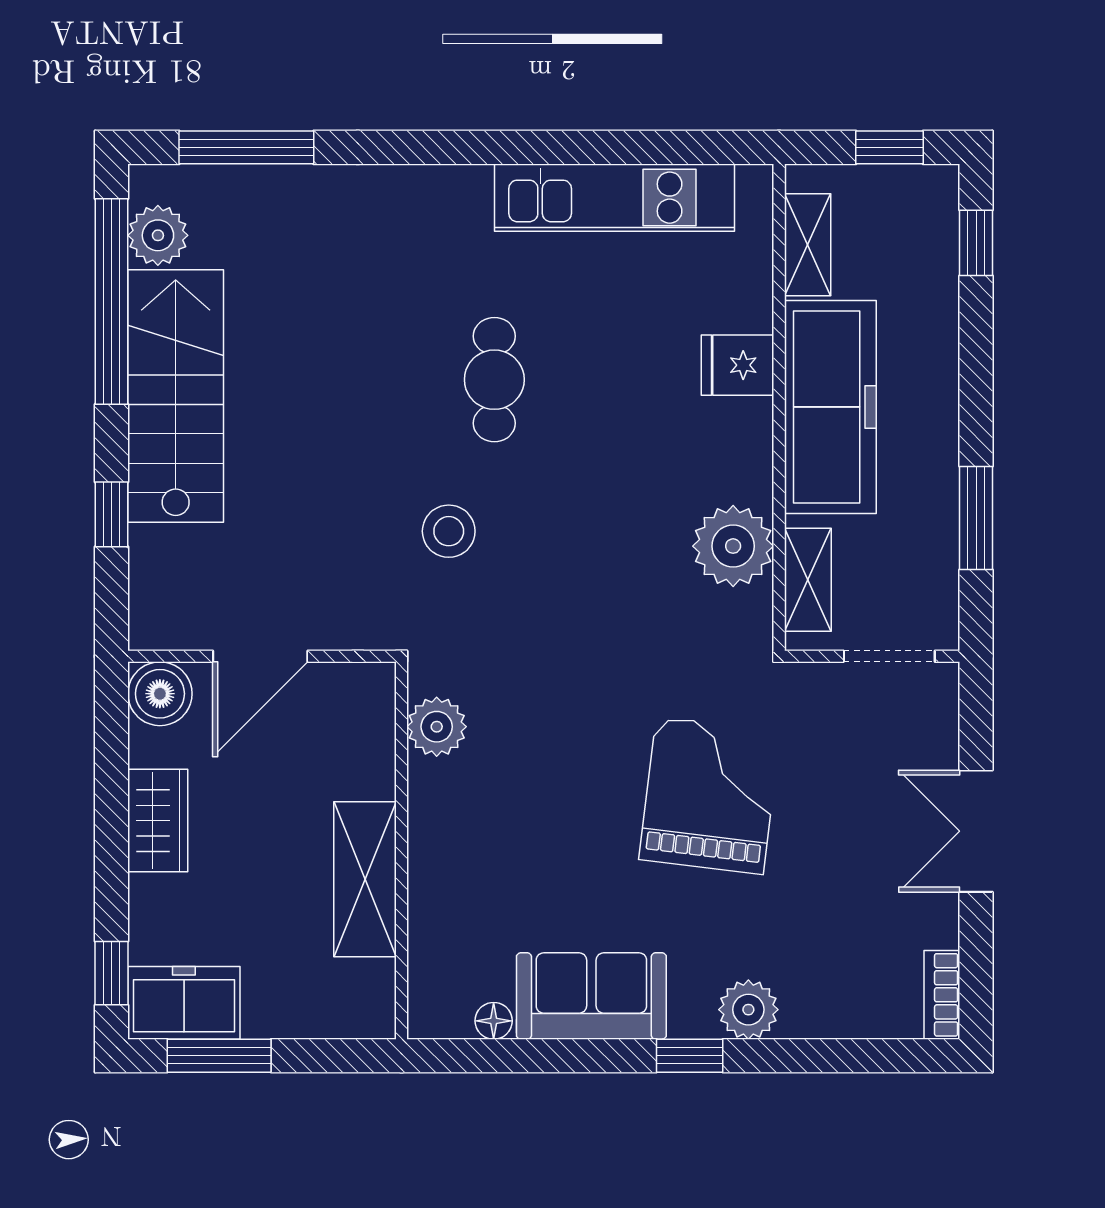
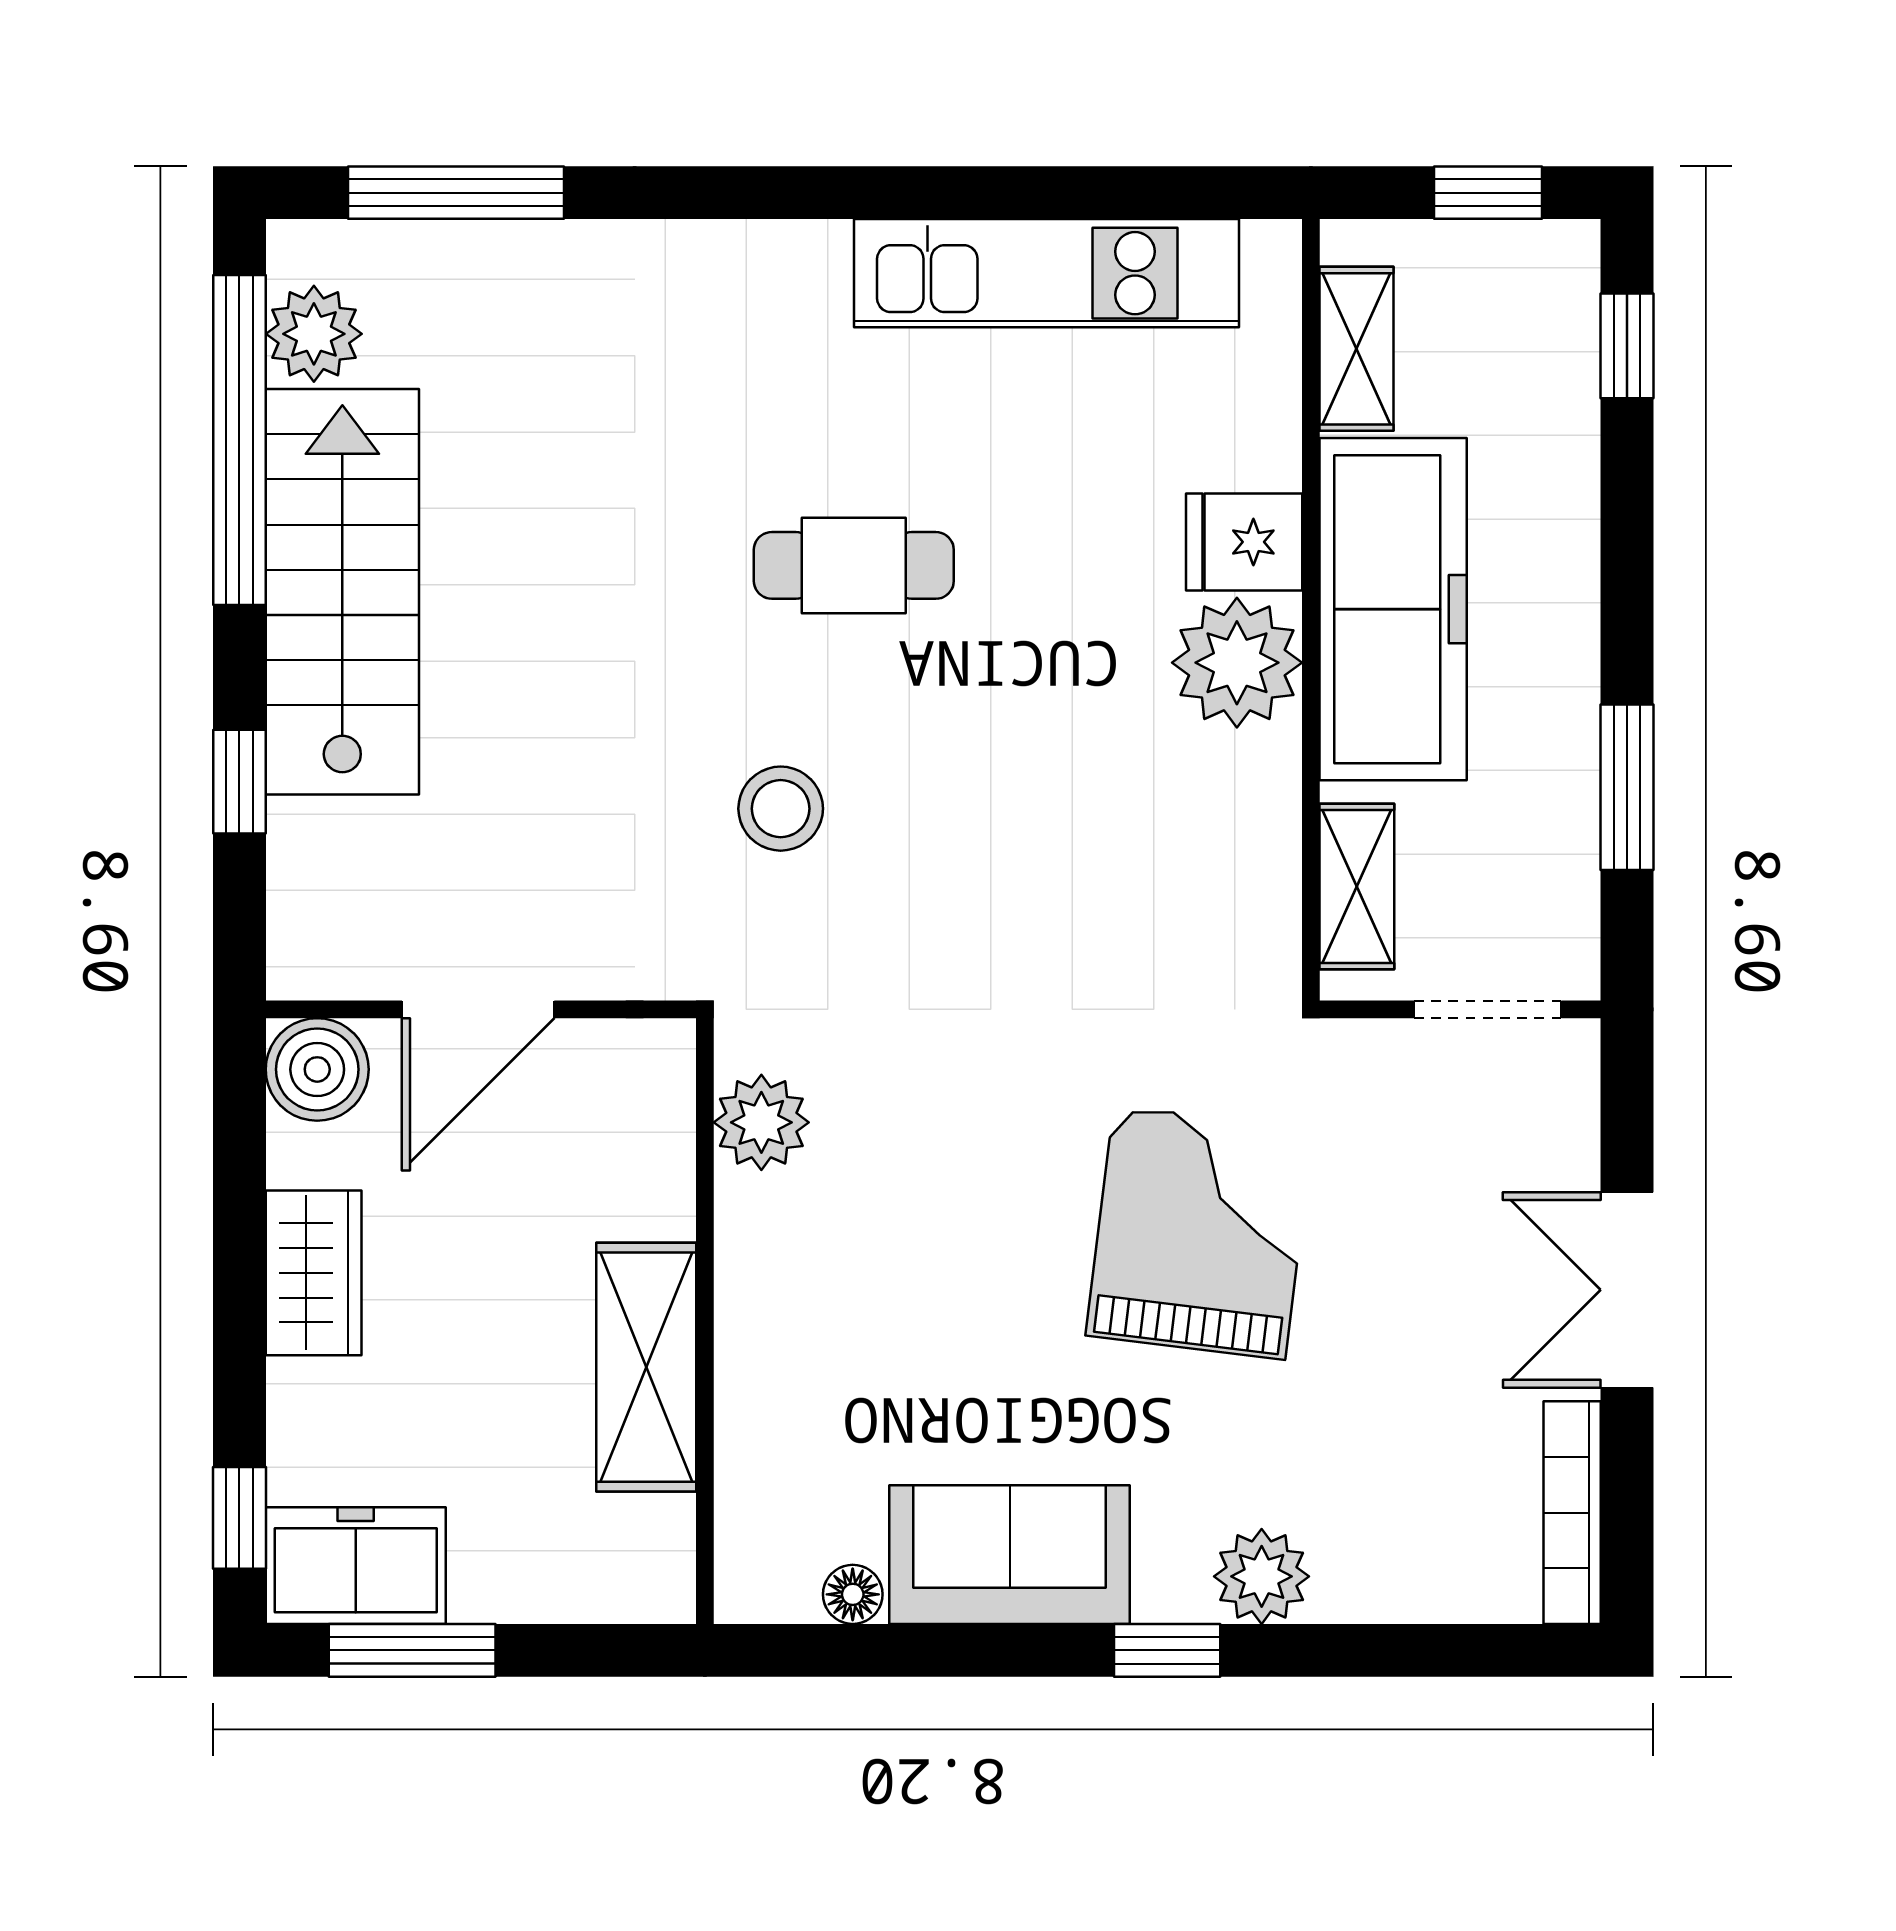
cafe table: (494, 380) -> (854, 565), turned 90
plant: (733, 546) -> (1237, 663), moved
bookcase: (942, 995) -> (1572, 1513), width x1.56

